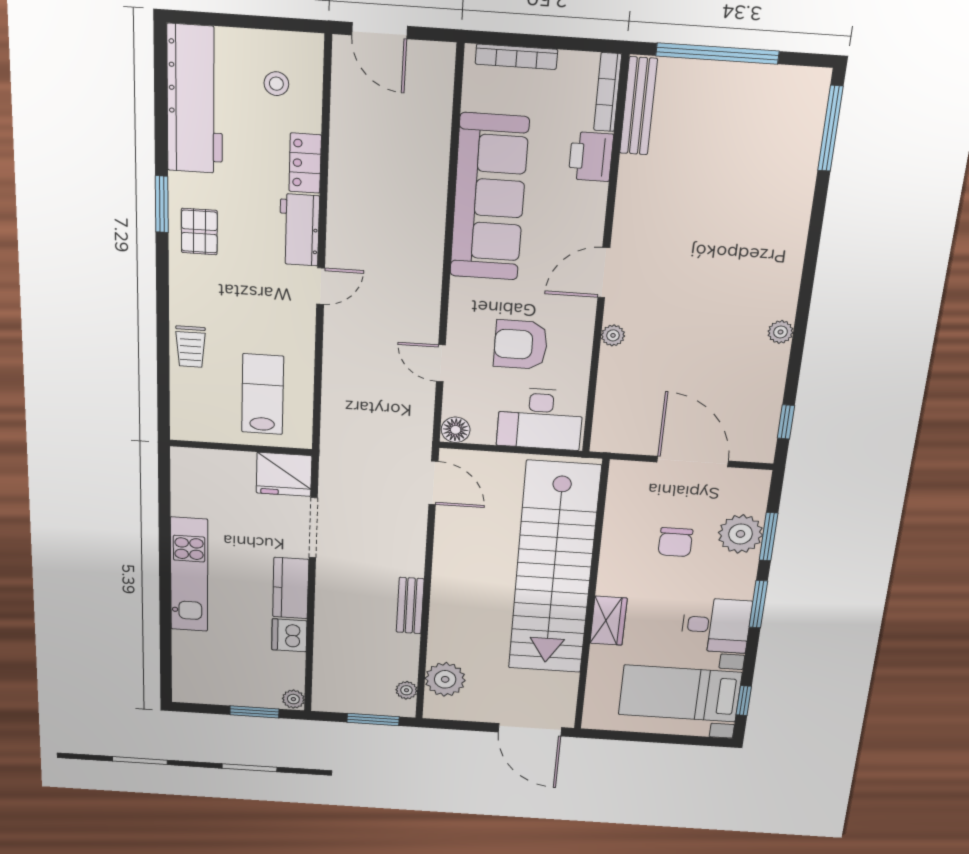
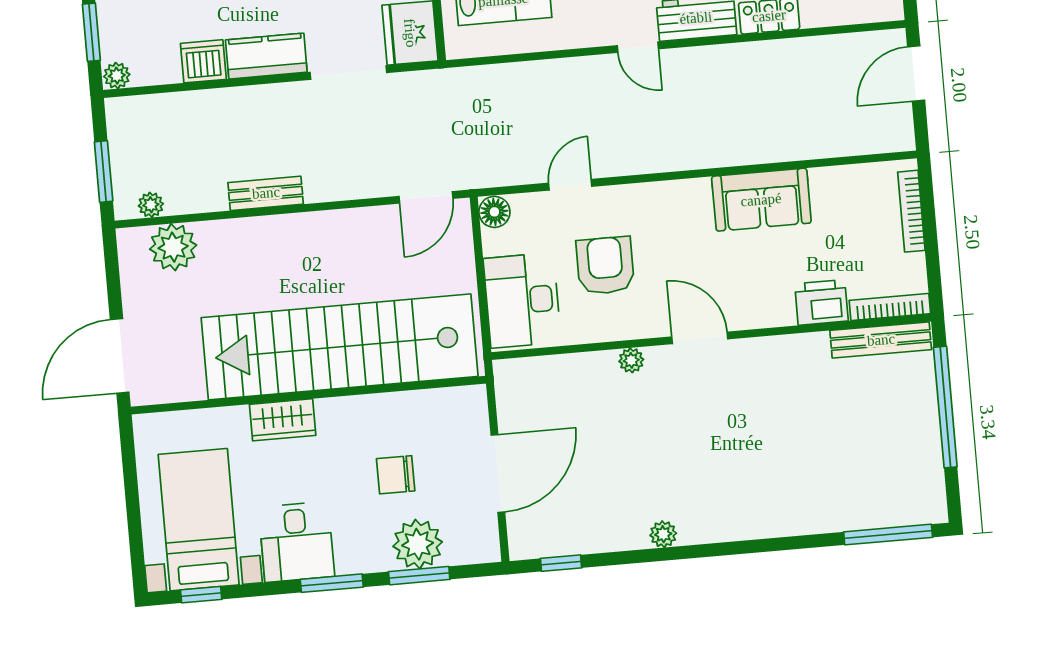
sofa: (489, 198) -> (761, 200), width x0.54, depth x0.79

